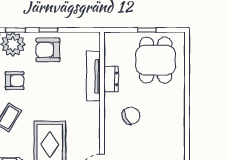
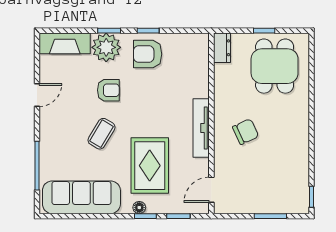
tv unit: (93, 76) -> (201, 128), moved
dresser: (111, 79) -> (222, 48), moved

